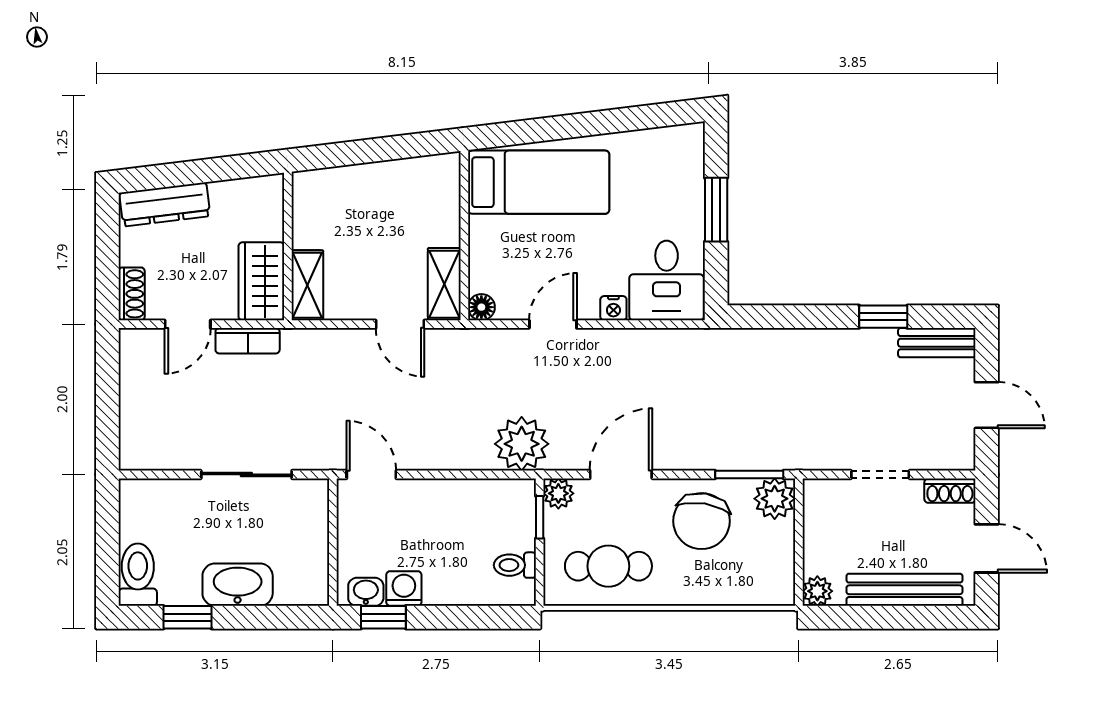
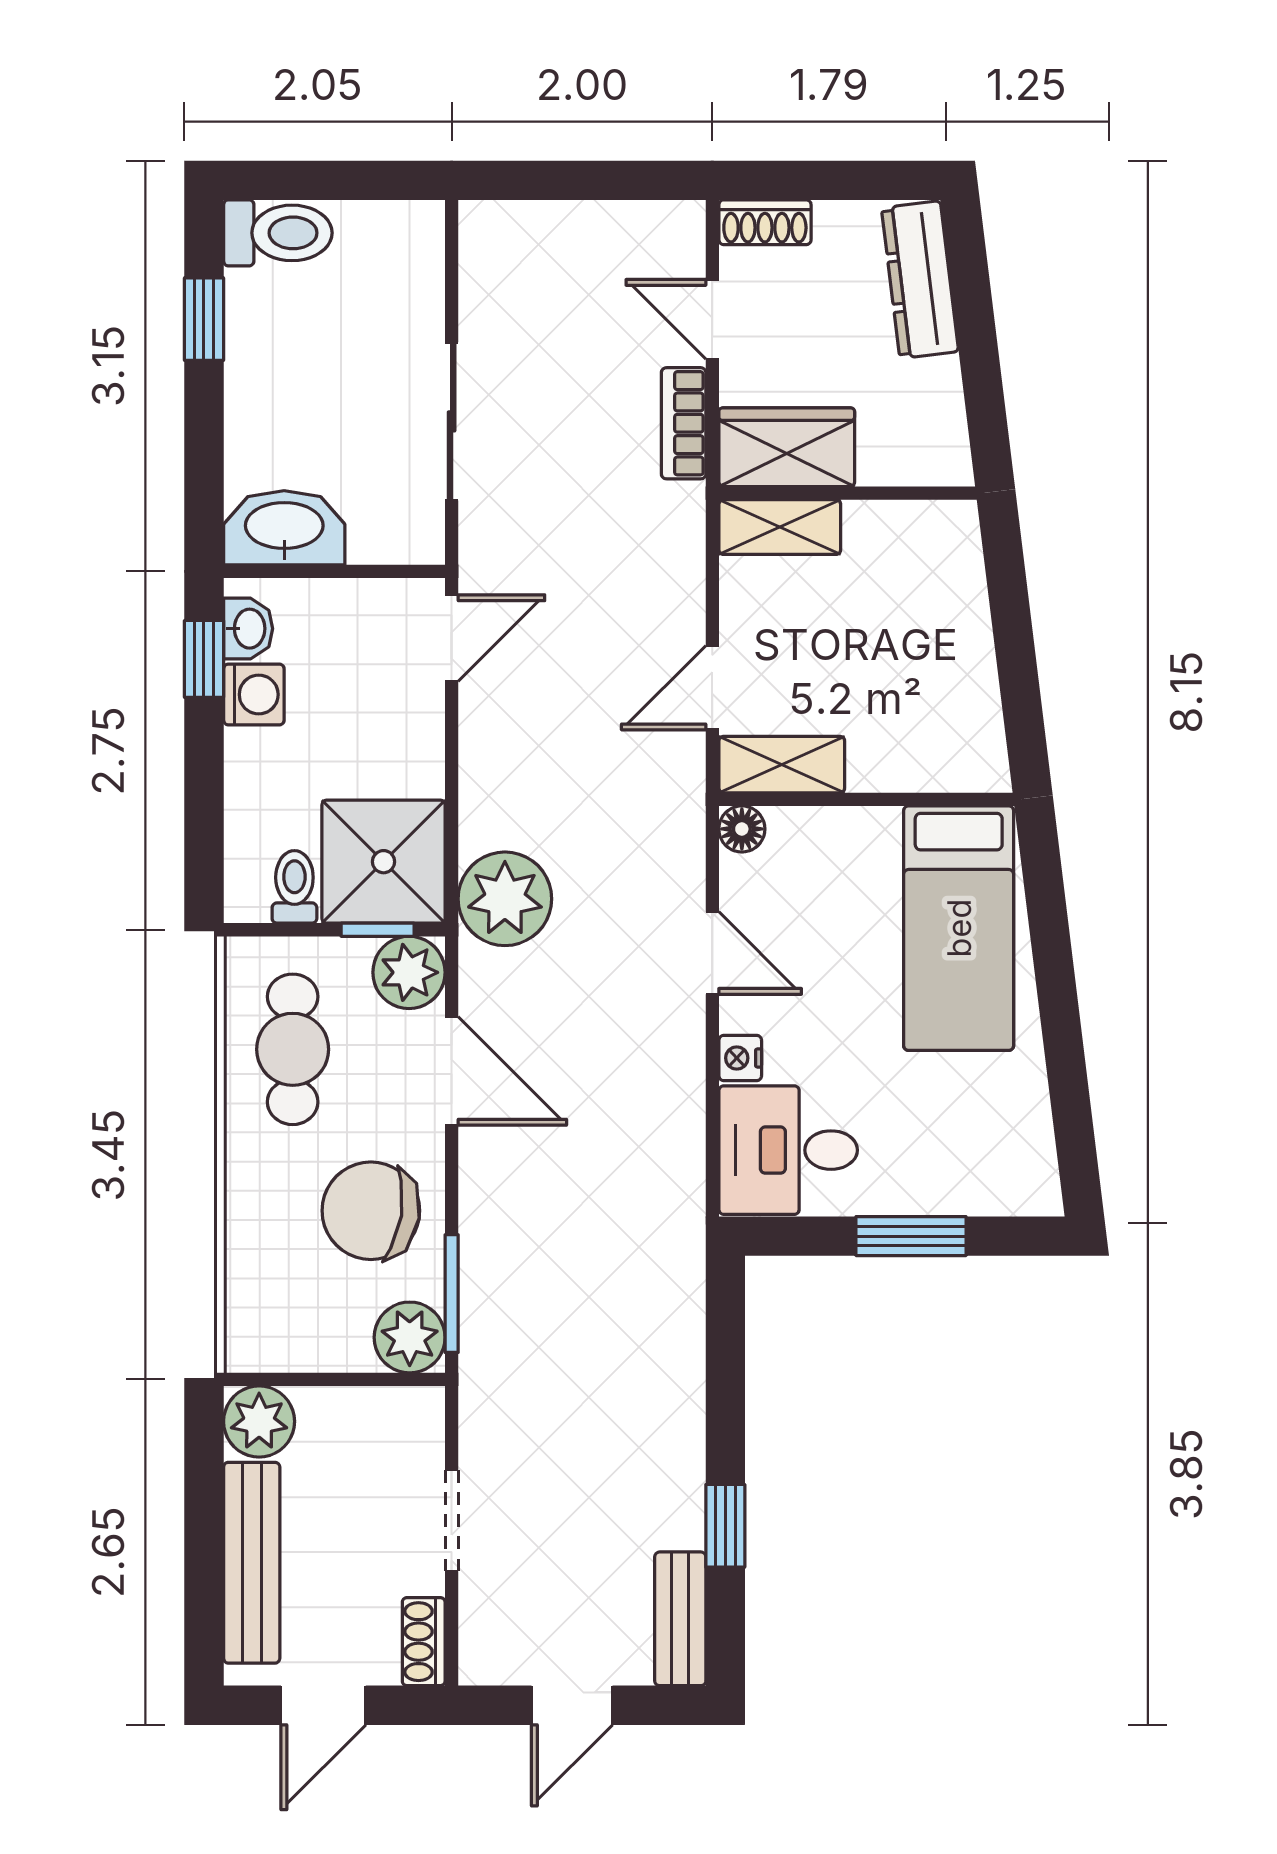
plant: (558, 493) -> (409, 972), width x1.38, depth x1.38
shower: (500, 514) -> (384, 862), added
washbasin: (238, 585) -> (284, 528), moved, turned -90
plant: (817, 591) -> (259, 1421), width x1.38, depth x1.38

